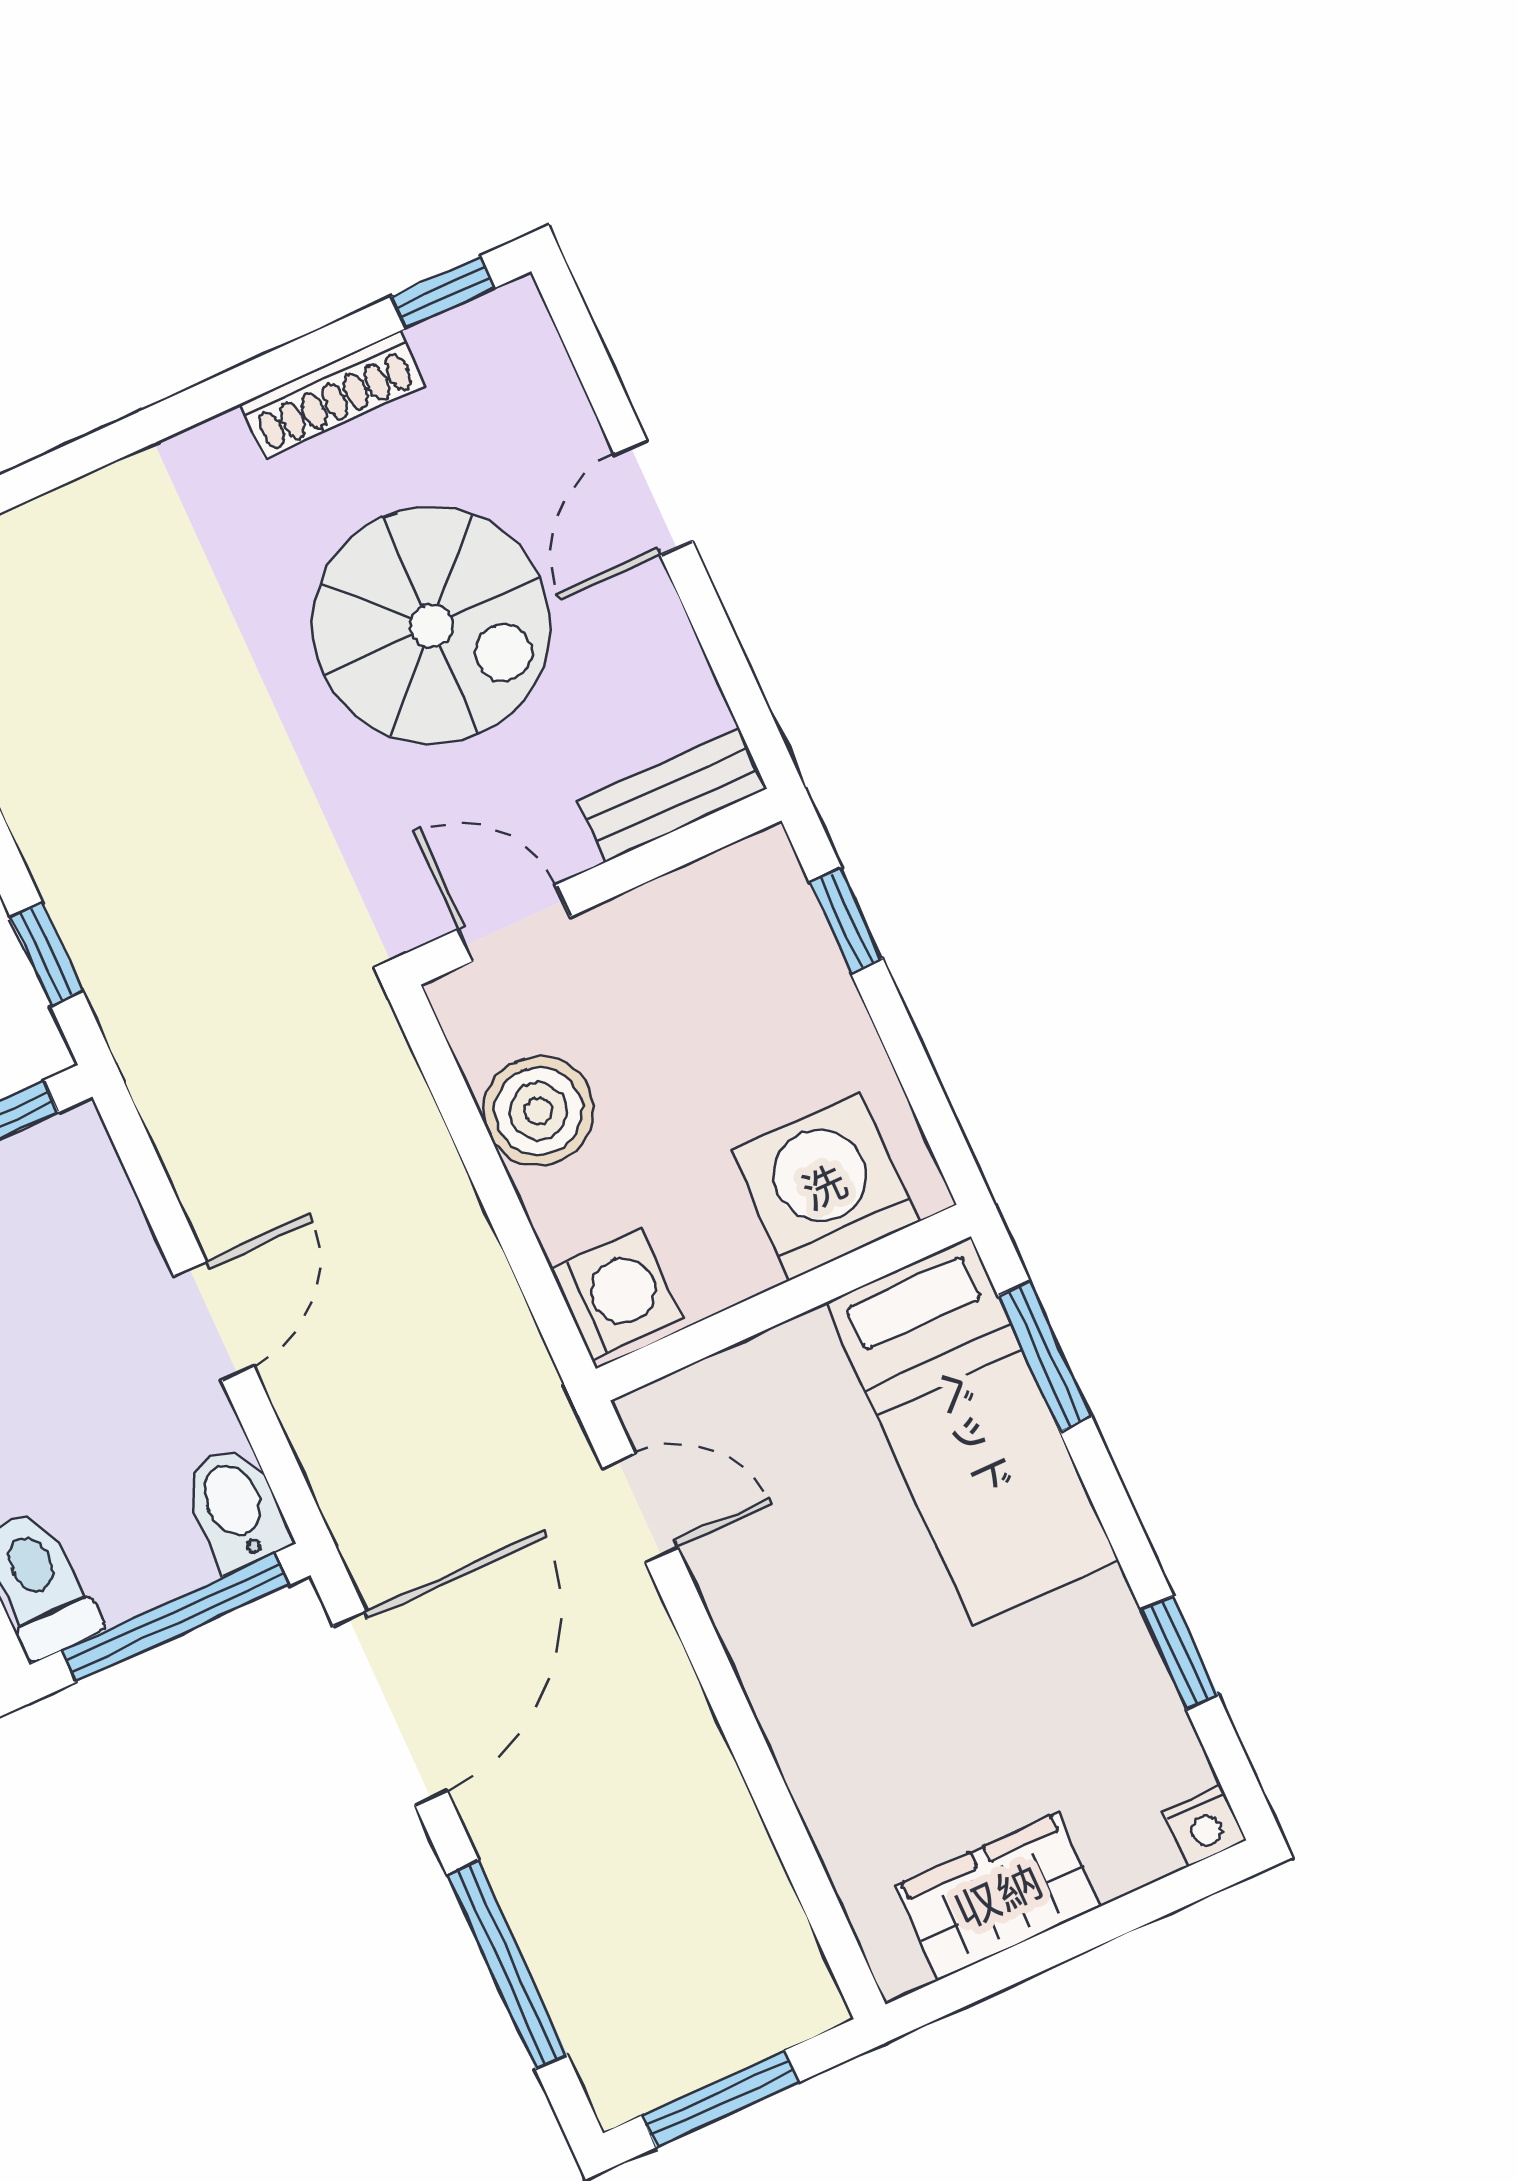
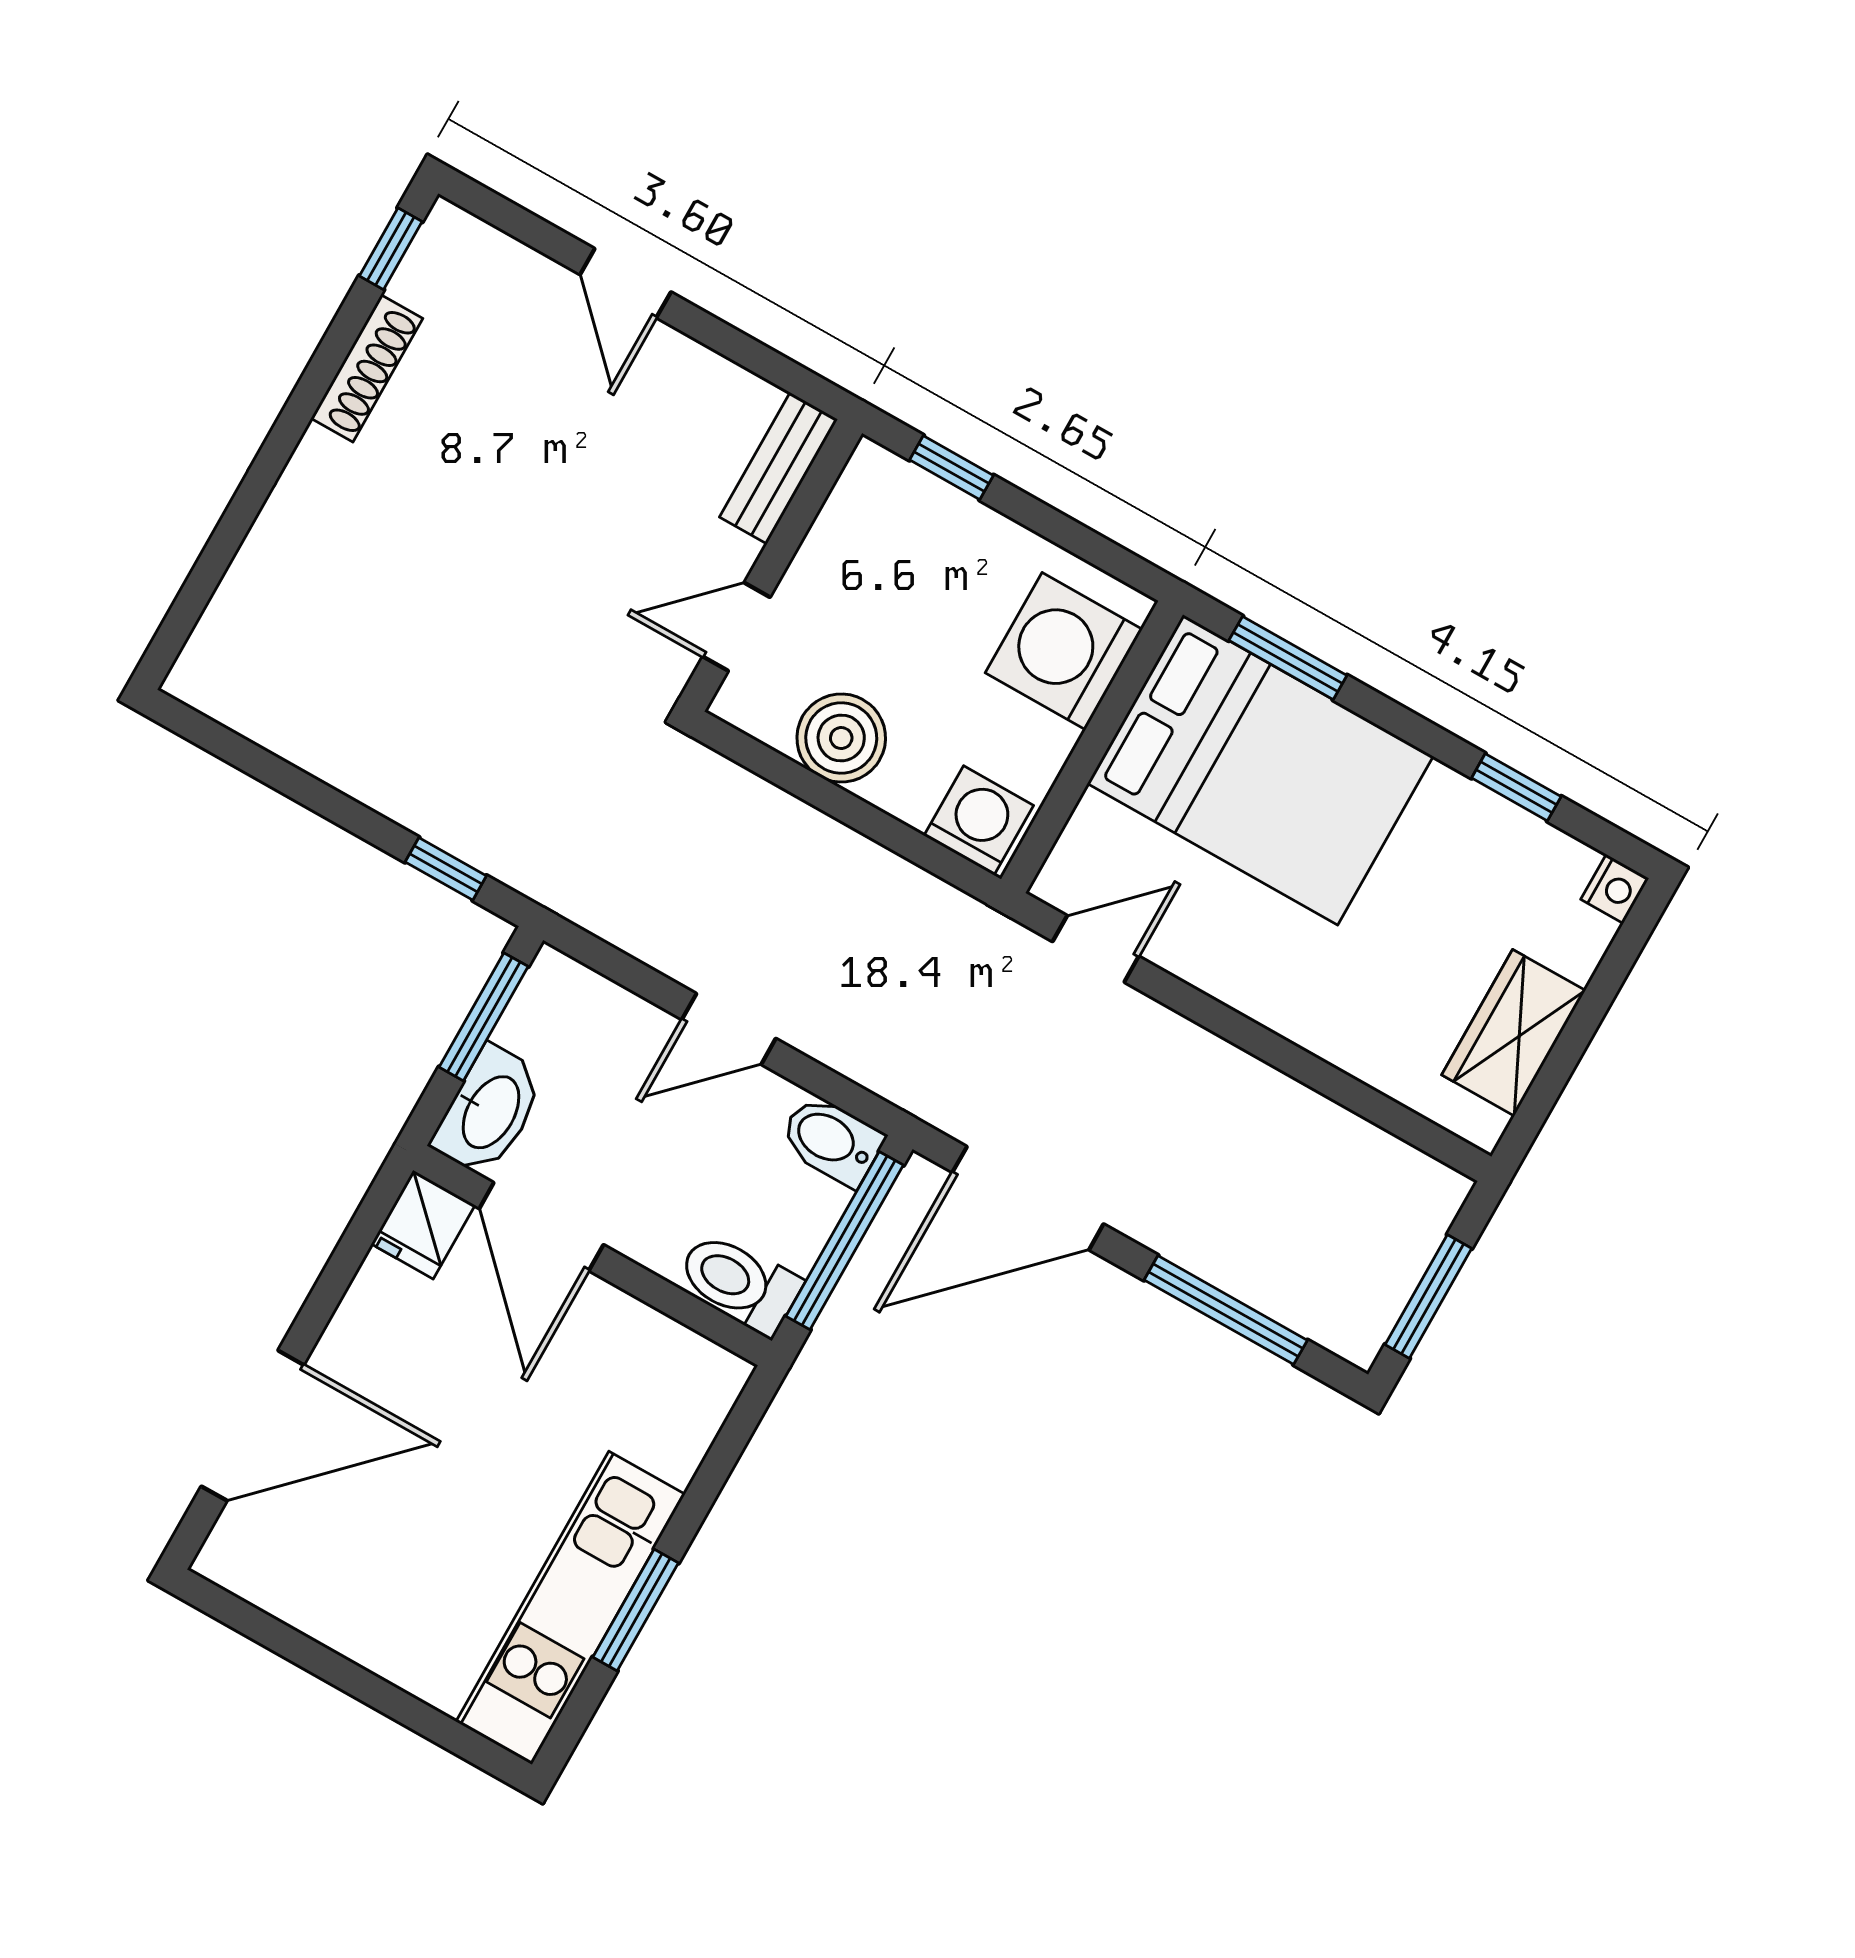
spiral stairs: (431, 626) -> (541, 472), removed
door: (214, 1321) -> (729, 1029), swing flipped
bed: (972, 1432) -> (1260, 770), width x1.50
door: (390, 1708) -> (1028, 1198), swing flipped

